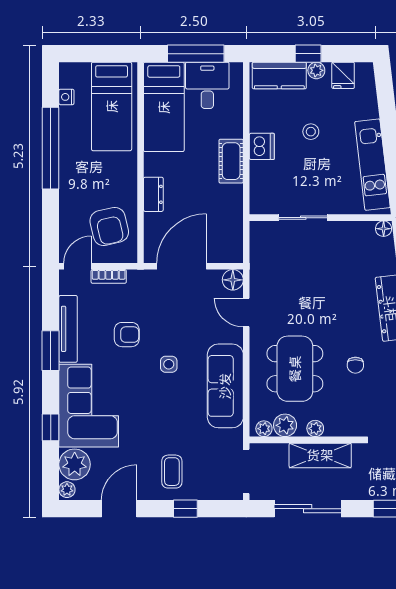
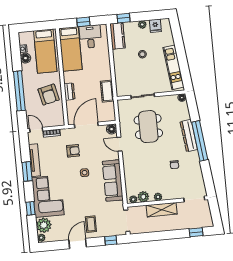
window: (196, 54) -> (83, 22), width x0.46
window: (308, 54) -> (124, 18), moved
kitchen counter: (279, 76) -> (117, 36), moved, turned -90
floor lamp: (69, 117) -> (25, 58), added
dishwasher: (262, 146) -> (119, 64), removed
window: (51, 148) -> (19, 91), moved
cot: (231, 161) -> (107, 91), moved
armchair: (109, 226) -> (49, 95), moved
door: (78, 266) -> (36, 130), hinge flipped
armchair: (127, 335) -> (73, 151), moved
dining table: (295, 369) -> (148, 127), moved
door: (119, 509) -> (78, 243), moved
window: (185, 509) -> (111, 240), moved
sliding door: (308, 509) -> (158, 236), removed

